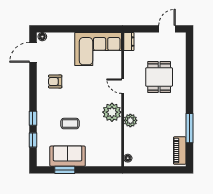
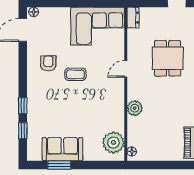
armchair: (55, 81) -> (48, 63), turned 90
door: (123, 86) -> (126, 69), hinge flipped
plant: (112, 112) -> (113, 143), moved
coffee table: (70, 124) -> (75, 74), moved

